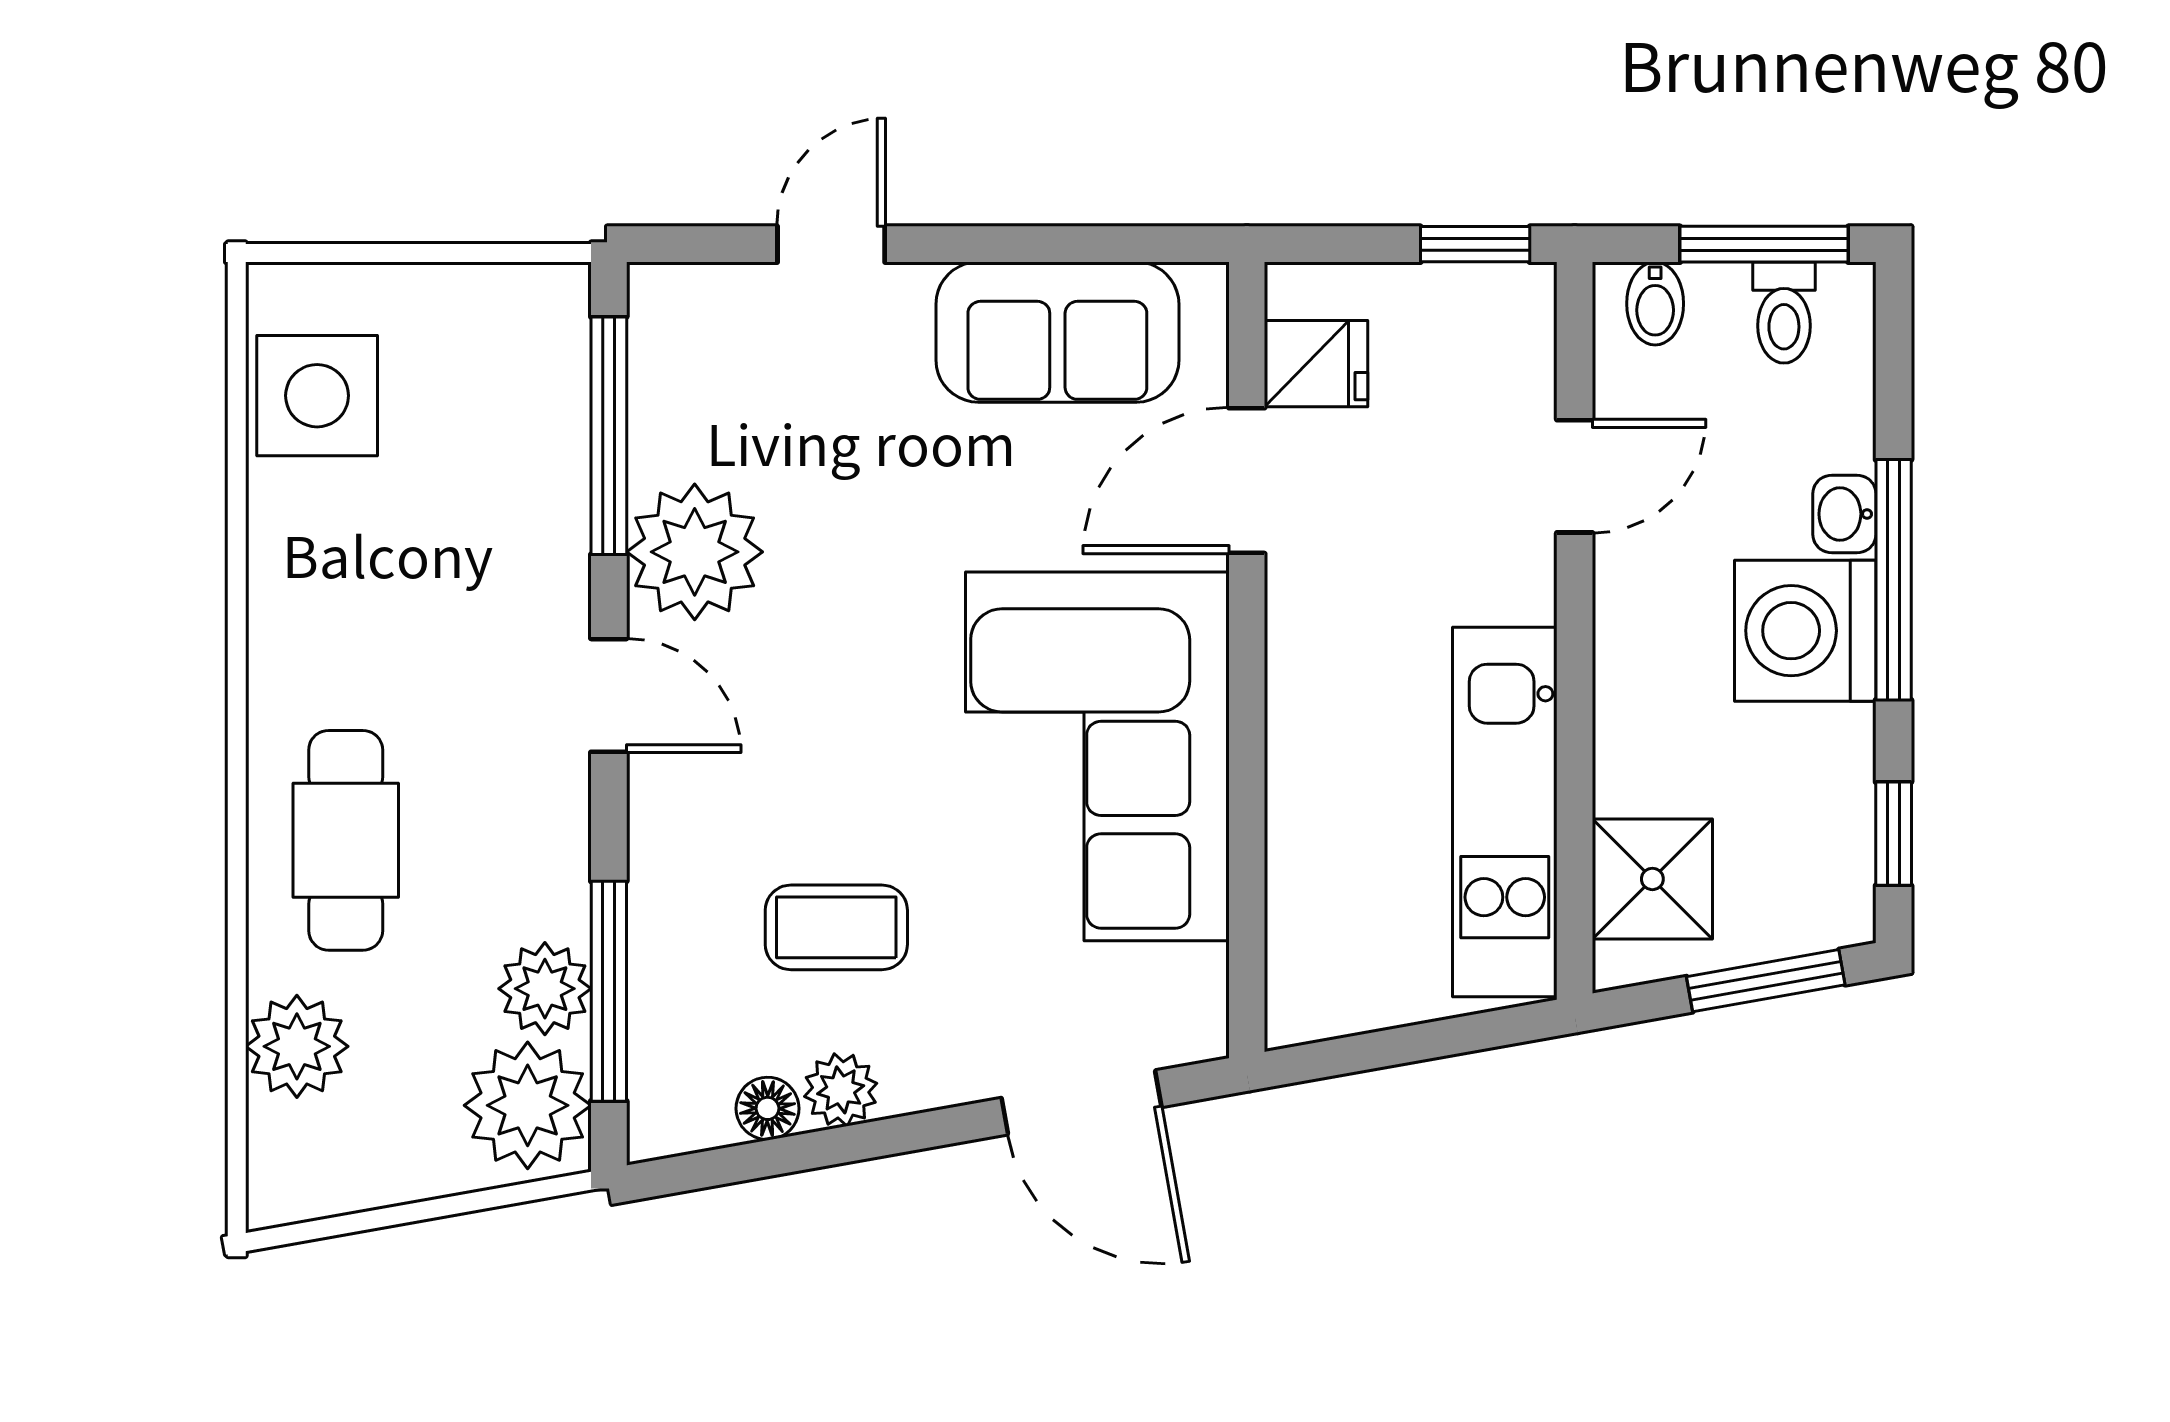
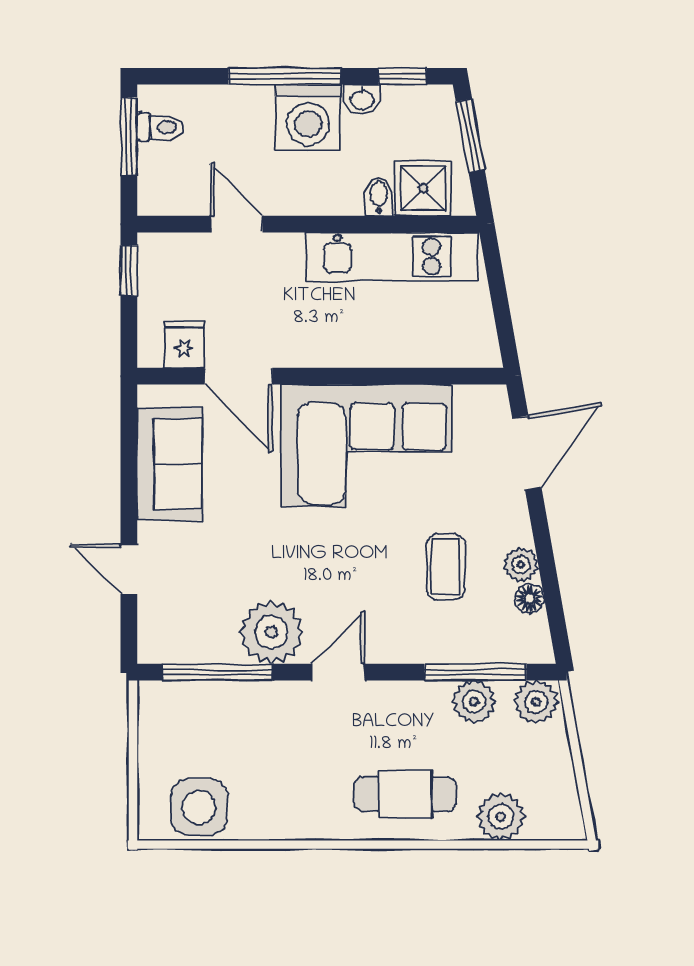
bidet: (1655, 304) -> (379, 197), moved, turned -90
washbasin: (1844, 514) -> (362, 99), moved
plant: (528, 1105) -> (536, 702), width x0.73, depth x0.73

